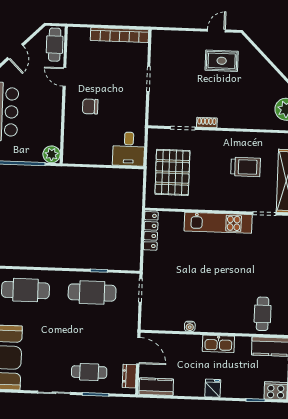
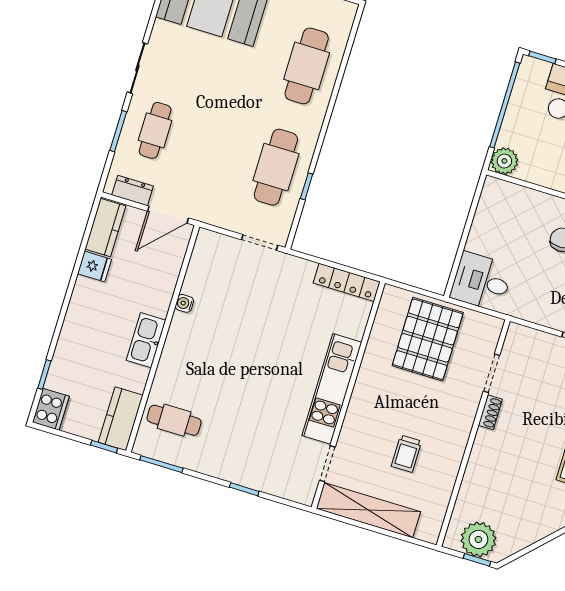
trolley: (246, 167) -> (406, 454), width x0.73, depth x0.72
pallet: (172, 172) -> (428, 339), turned 90
fridge: (213, 388) -> (94, 267), moved

